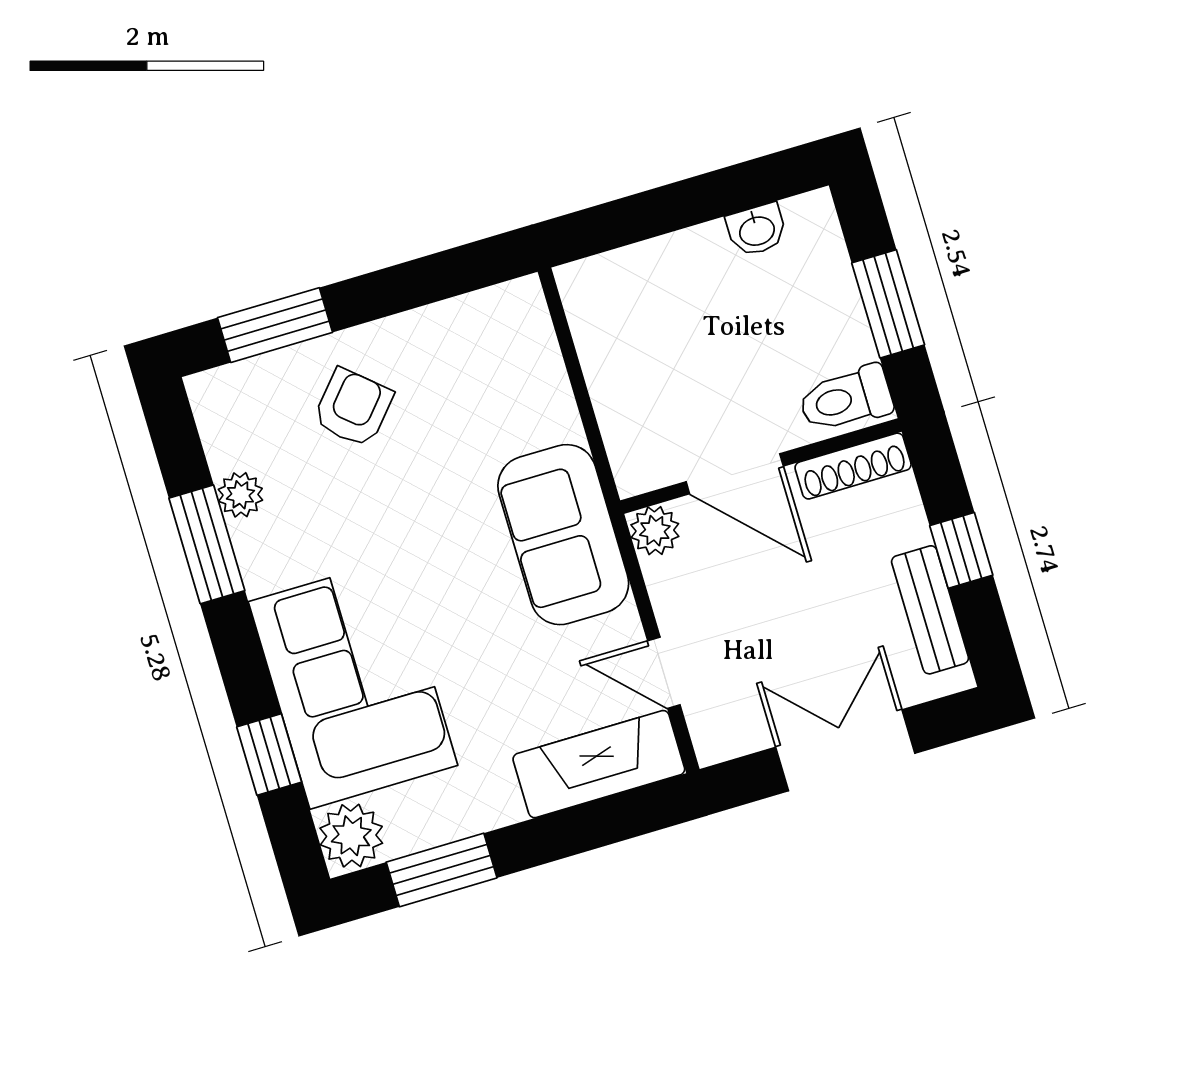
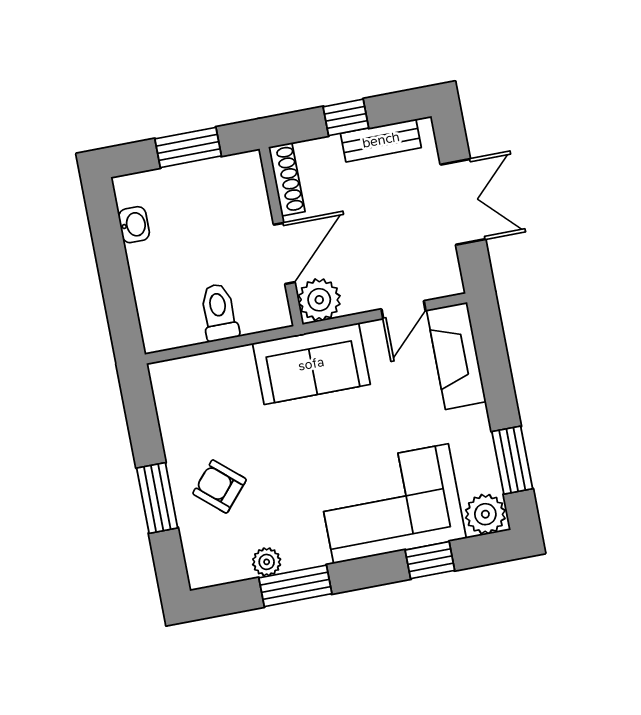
window: (275, 325) -> (157, 498), moved
toilet: (846, 399) -> (219, 312), moved, turned 180
plant: (655, 531) -> (319, 300), width x1.38, depth x1.38
double door: (845, 750) -> (463, 202), swing flipped

